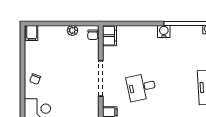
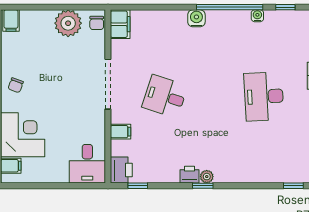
plant: (72, 30) -> (68, 23), width x1.87, depth x1.87
desk: (141, 87) -> (165, 96), turned 30

